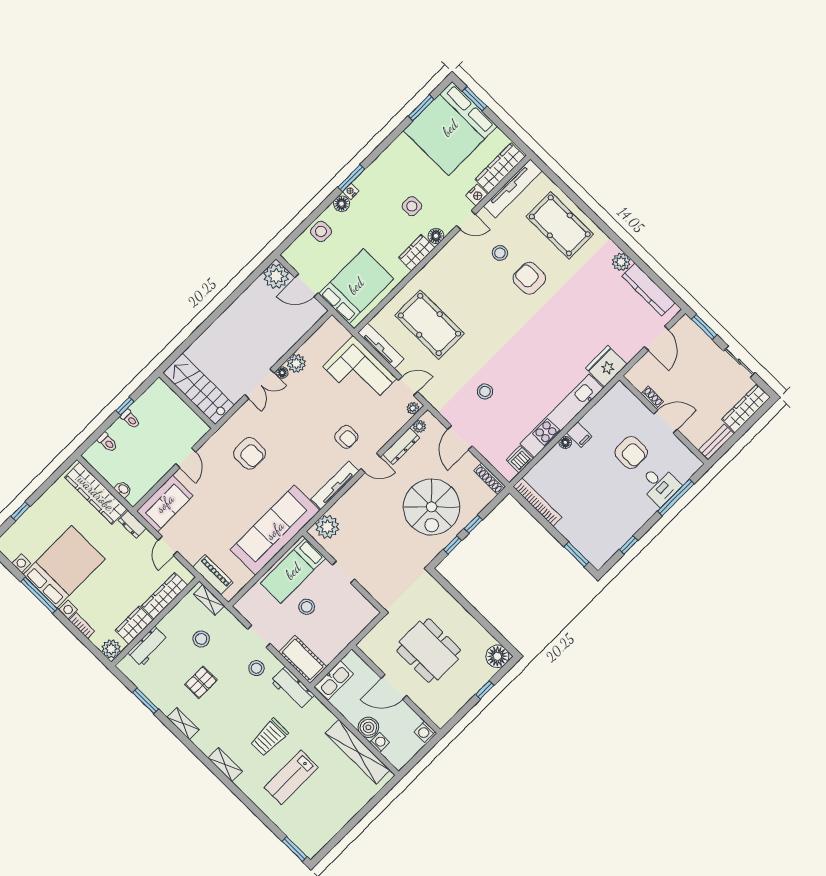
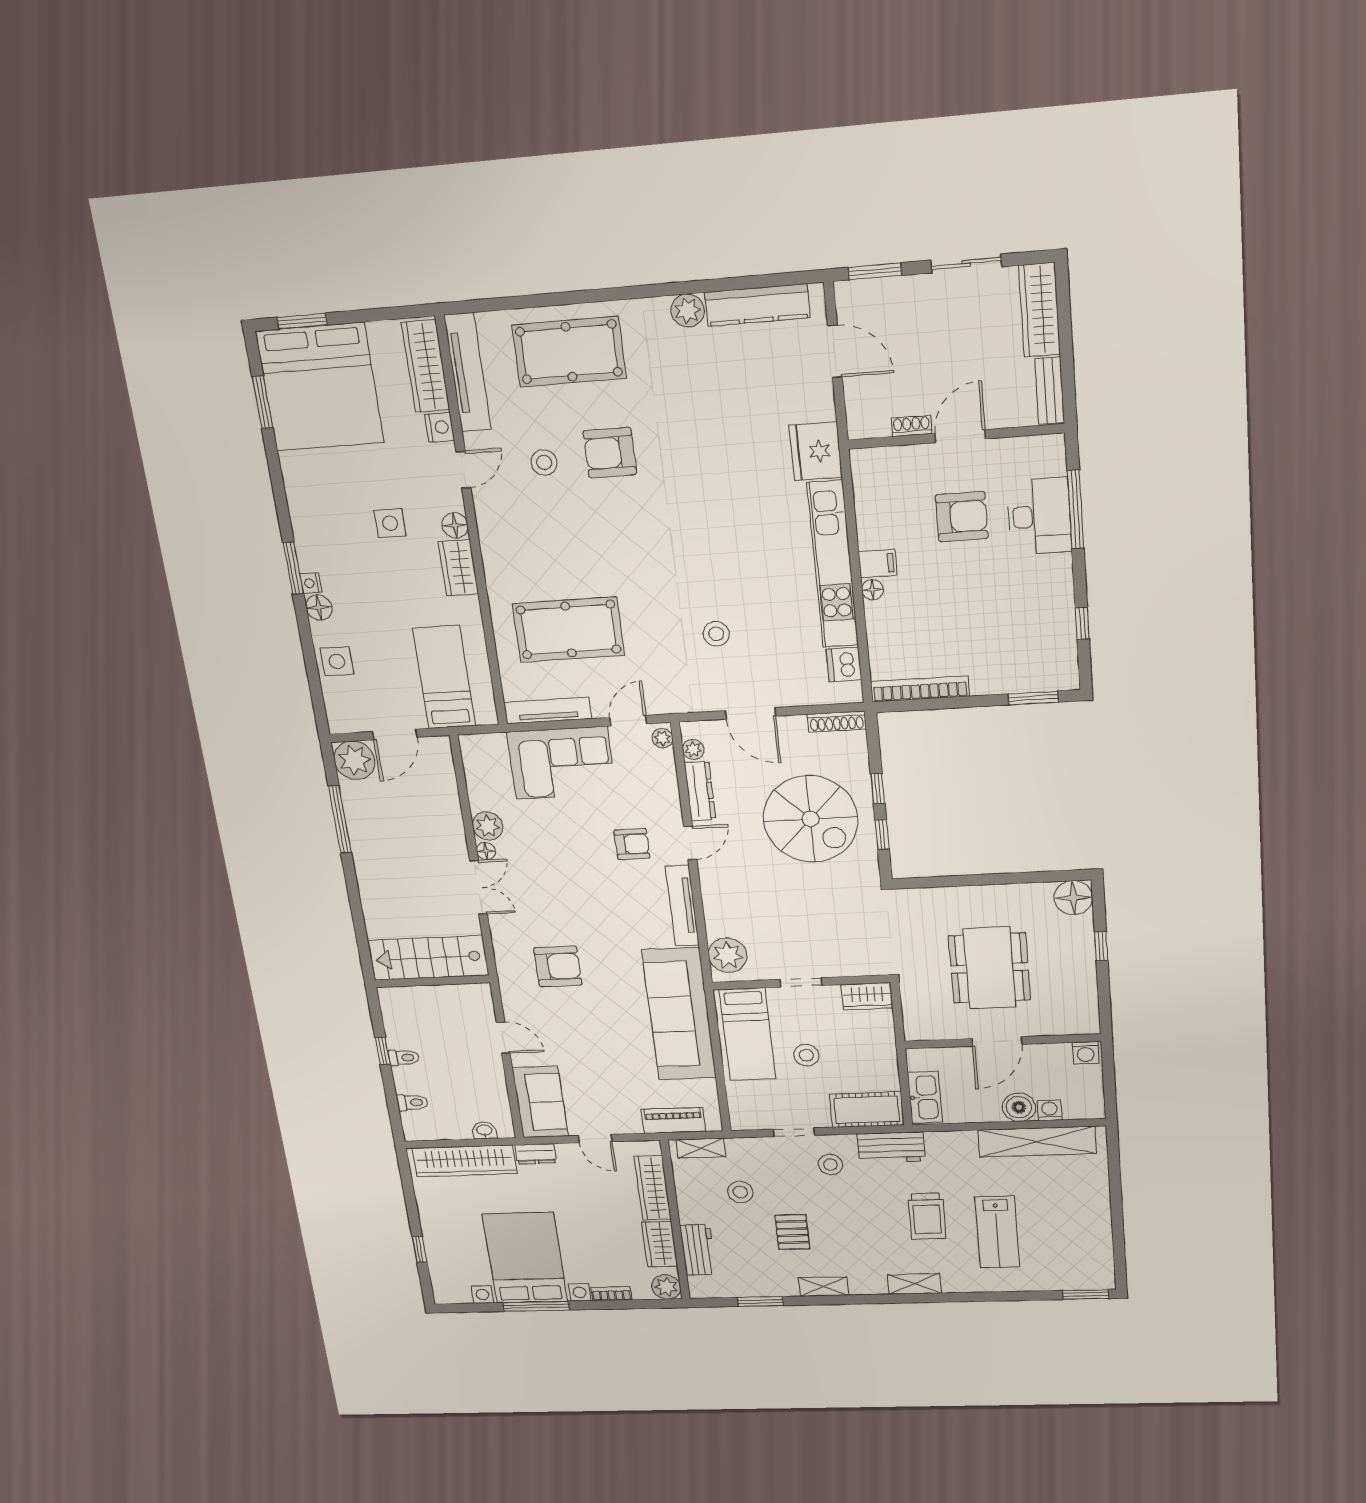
bed: (356, 286) -> (444, 677), width x0.67
window: (238, 292) -> (340, 820), added
desk: (660, 485) -> (1039, 516), width x1.37
wardrobe: (364, 608) -> (867, 996), added
dining table: (429, 650) -> (989, 968), turned 90

